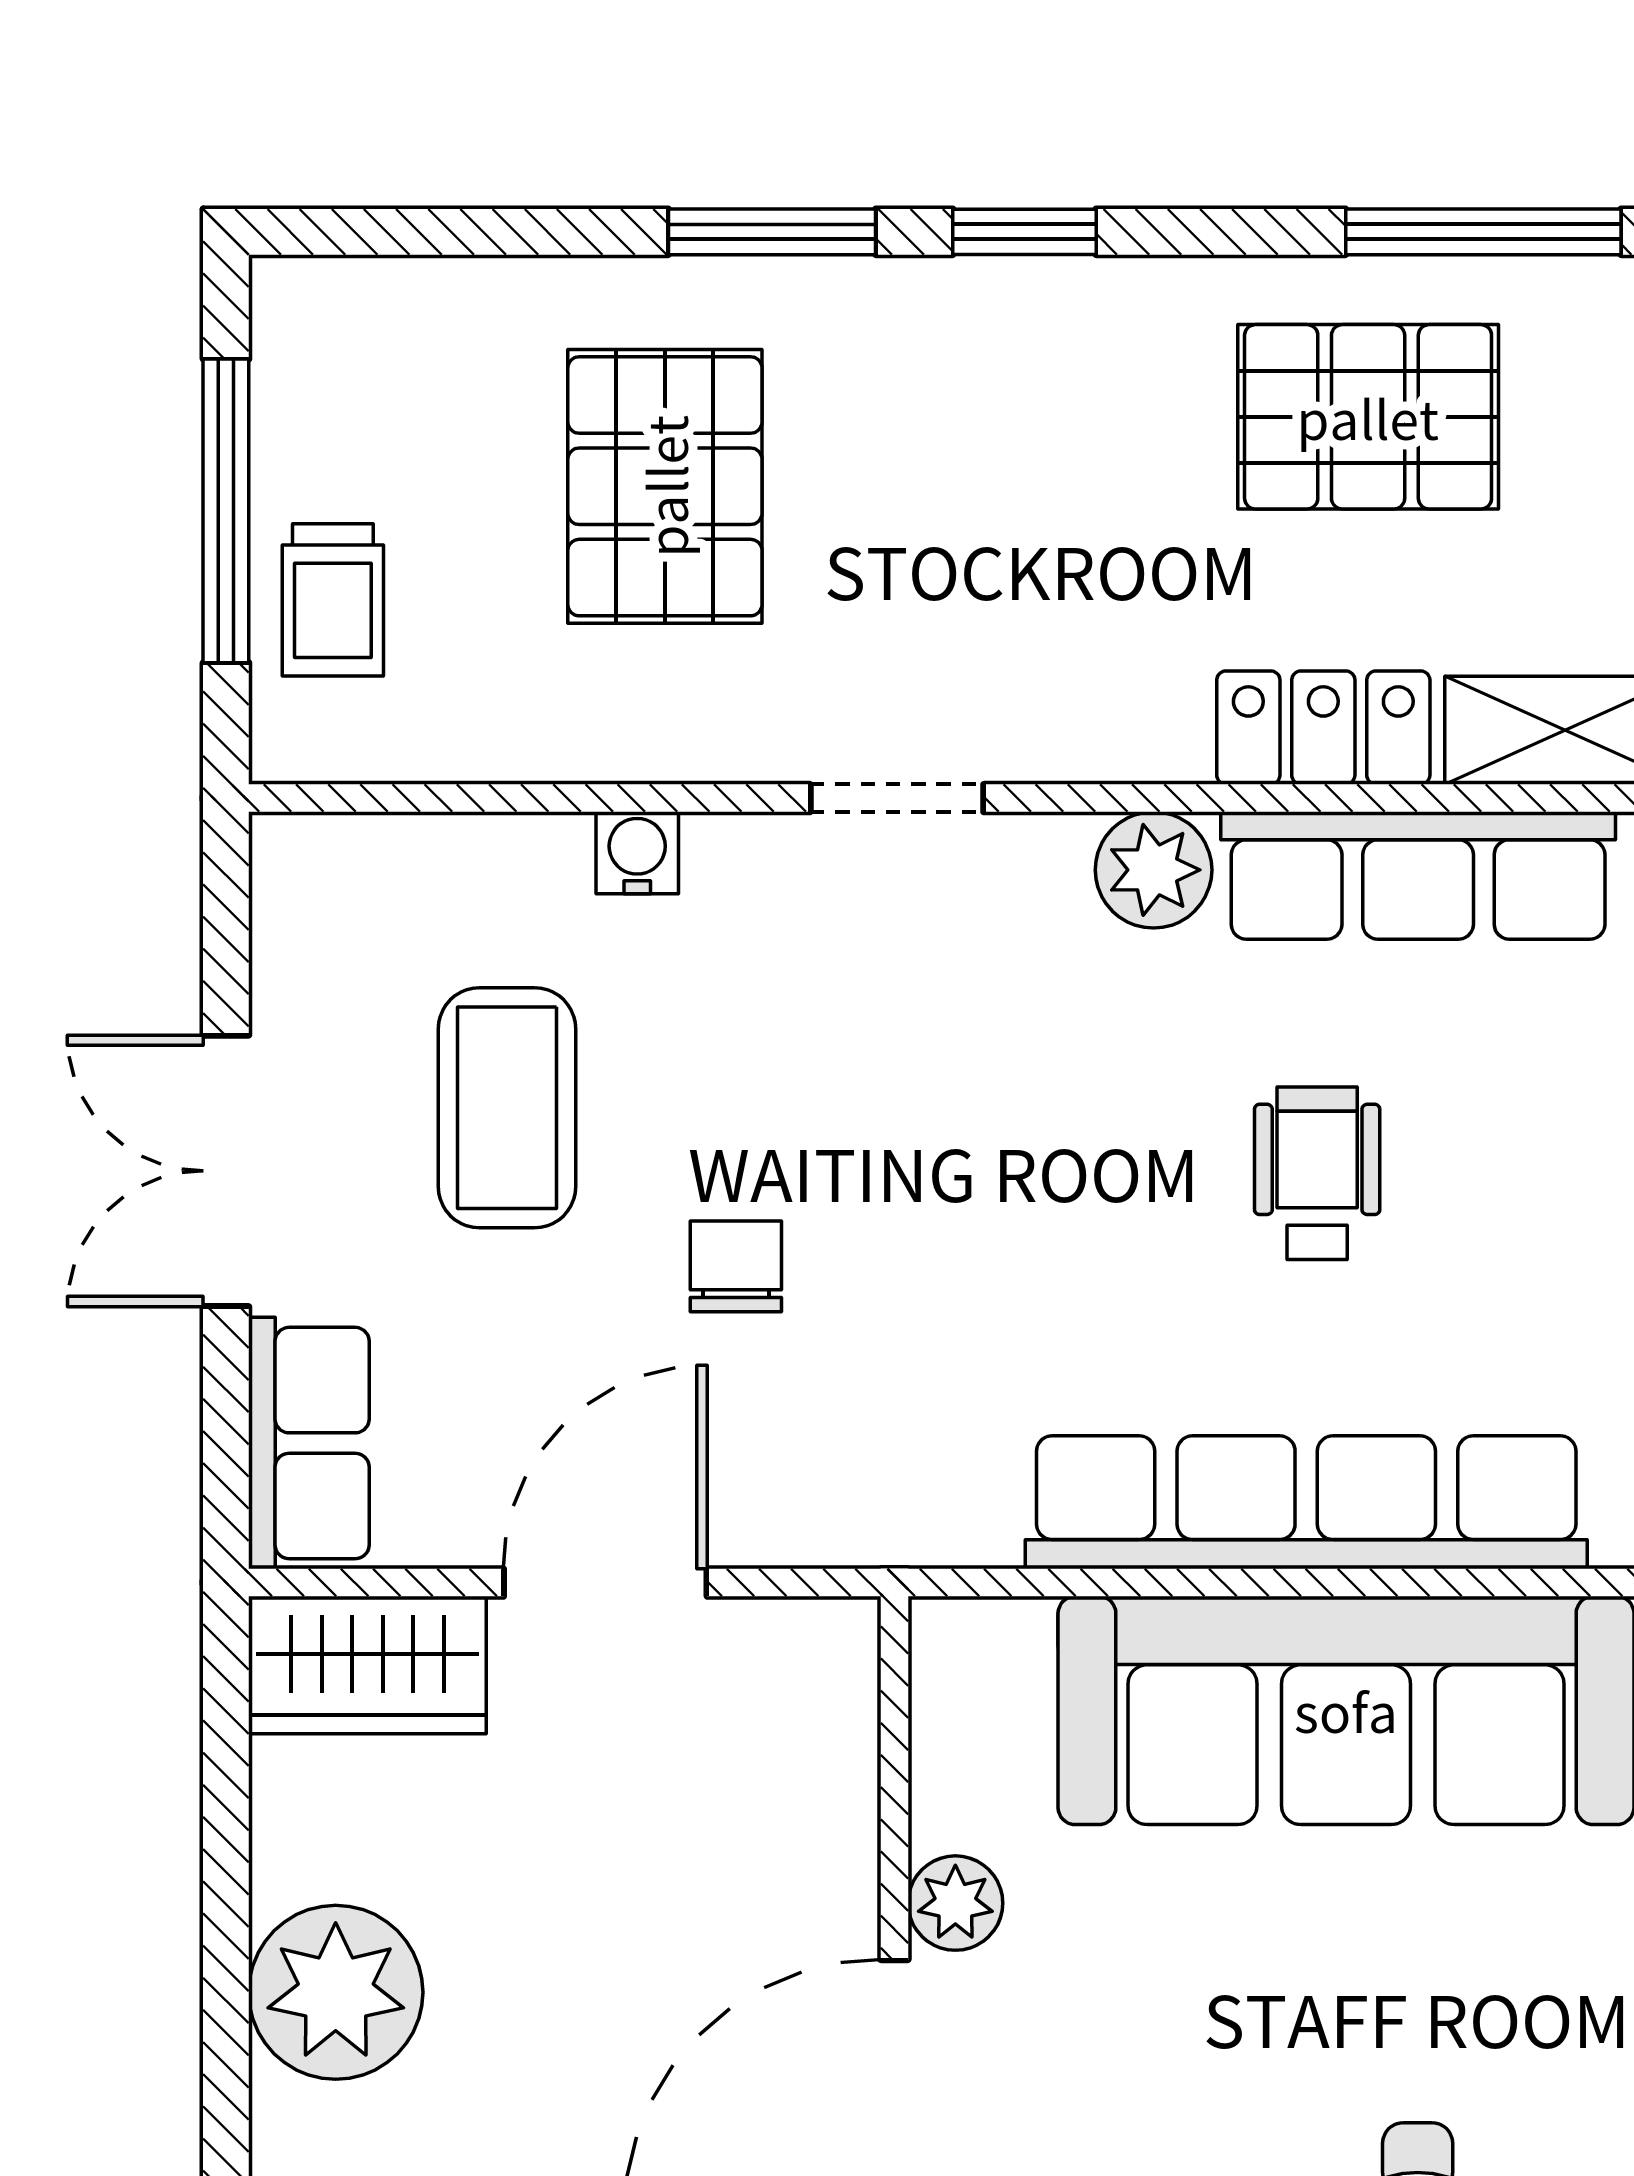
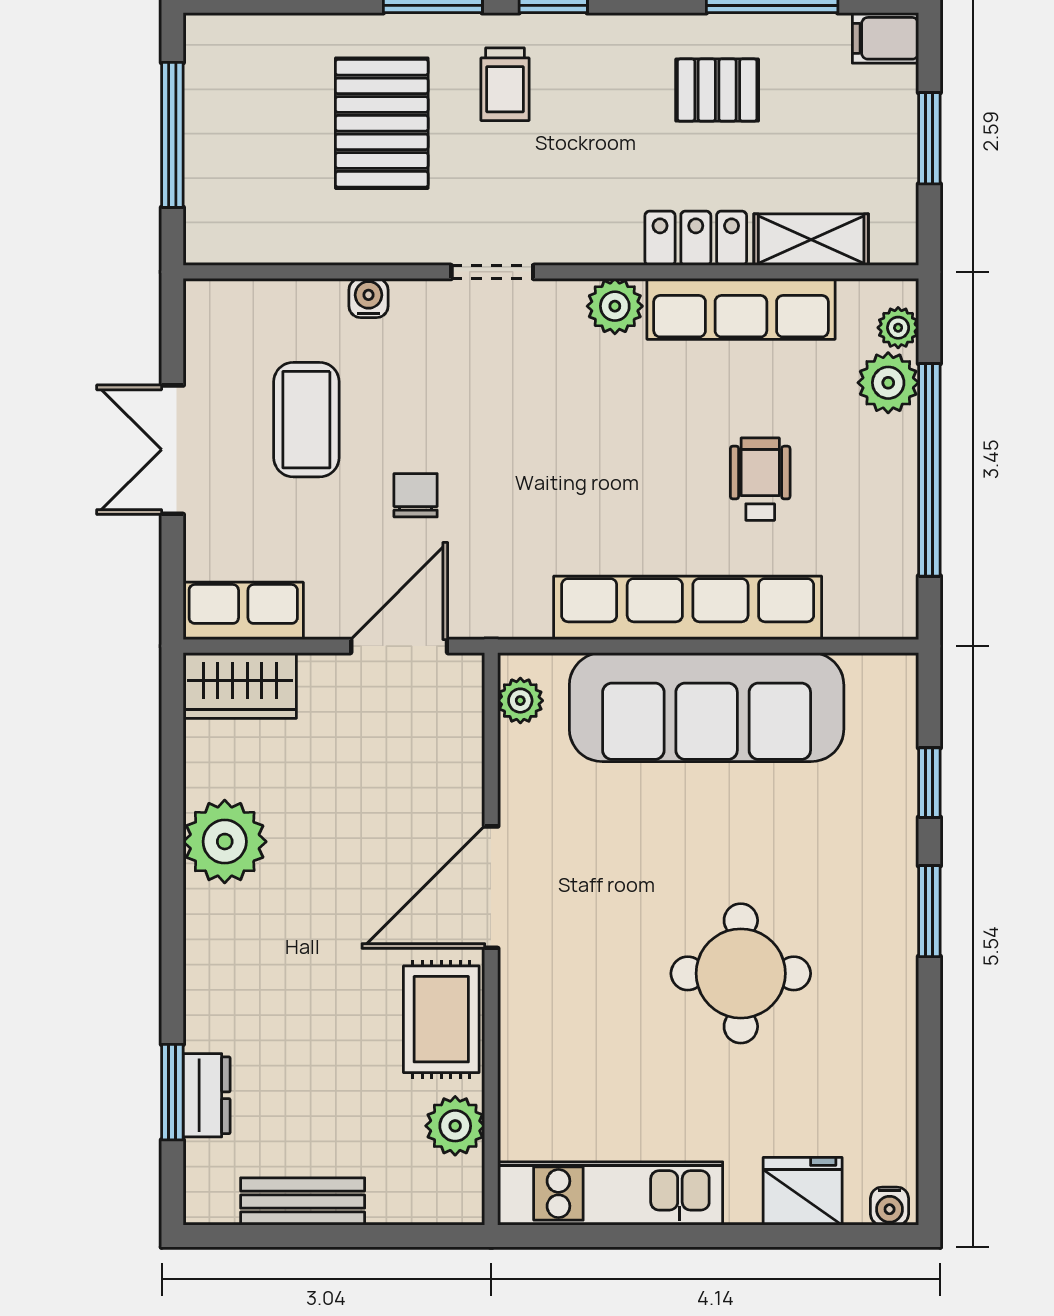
pallet: (1368, 417) -> (717, 90), width x0.67, depth x0.71
trolley: (333, 600) -> (505, 84), moved
wheelchair: (1317, 1173) -> (760, 479), moved
row of seats: (309, 1443) -> (243, 611), moved, turned -90
door: (605, 1583) -> (399, 646), moved
plant: (955, 1903) -> (520, 701), moved

